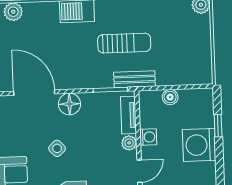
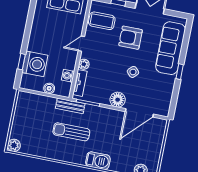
door: (34, 93) -> (139, 113), hinge flipped
washing machine: (148, 137) -> (68, 76), moved
washing machine: (199, 145) -> (35, 64), moved

